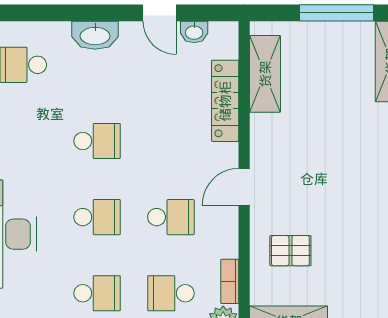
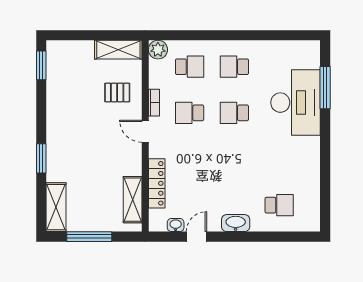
door: (160, 13) -> (196, 237), hinge flipped
school desk: (97, 141) -> (234, 159), removed
door: (244, 187) -> (145, 131), swing flipped
bookcase: (230, 281) -> (154, 103), moved

